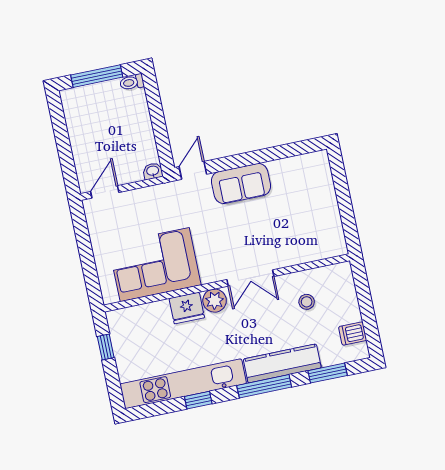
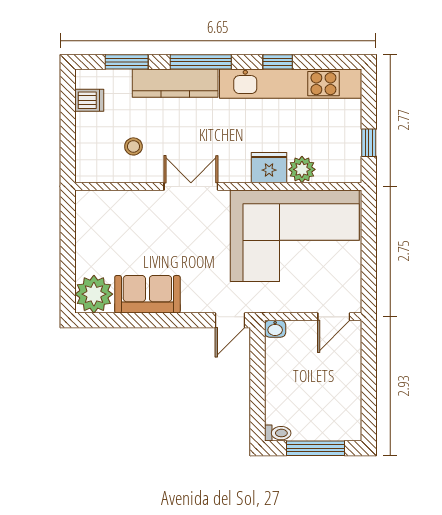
plant: (314, 168) -> (94, 294), added
sofa: (241, 183) -> (147, 294), moved
corner sofa: (155, 265) -> (295, 236), width x1.36, depth x1.36
plant: (215, 301) -> (302, 169), moved

